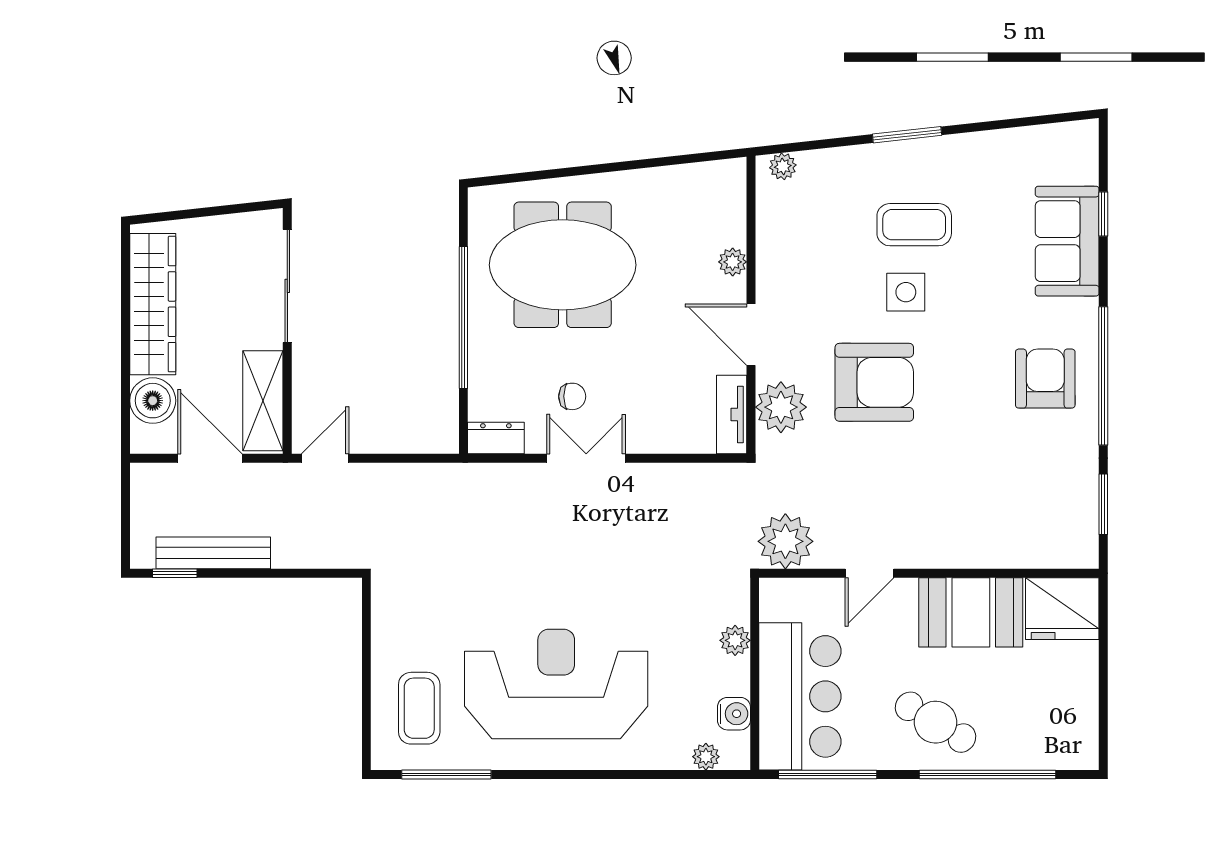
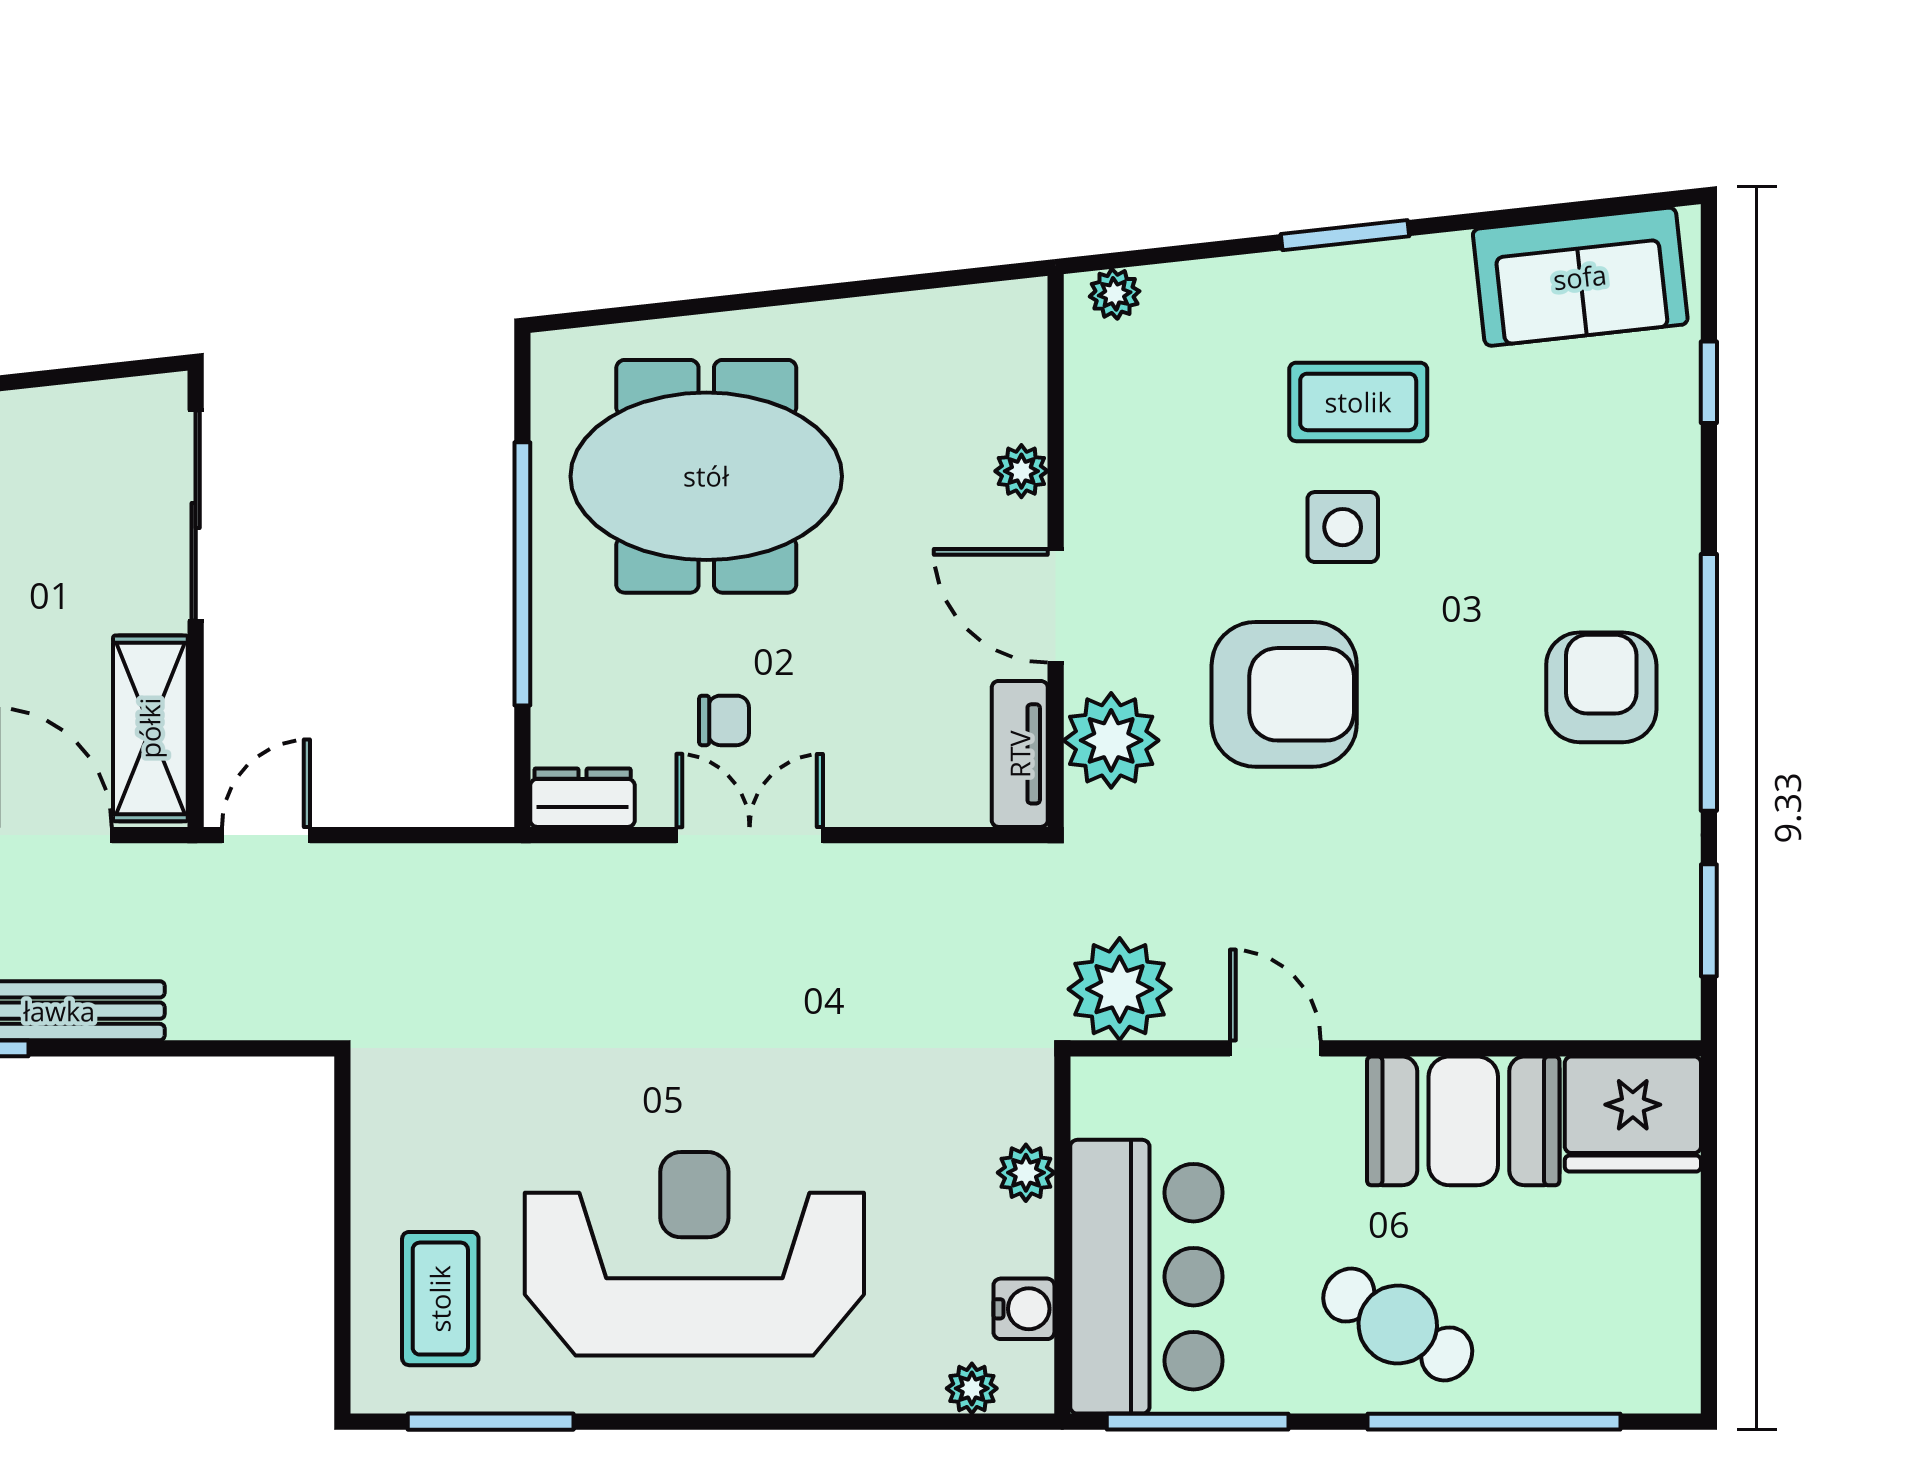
sofa: (1067, 241) -> (1580, 277), moved, turned -96
door: (869, 573) -> (1275, 1048), swing flipped

